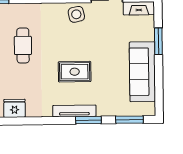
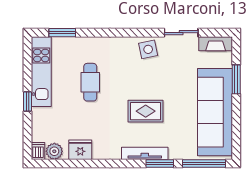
sofa: (142, 72) -> (215, 112), width x1.36, depth x1.27
window: (129, 120) -> (204, 164), width x1.44

